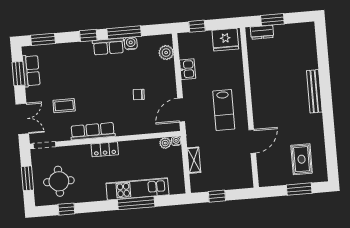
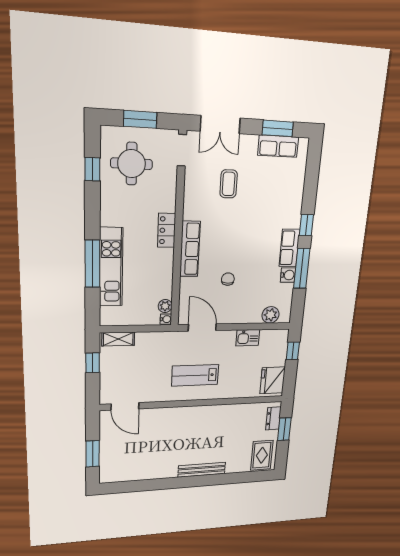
window: (43, 39) -> (313, 167), removed
row of seats: (93, 131) -> (190, 249), moved
door: (252, 141) -> (125, 406), moved
rug: (302, 159) -> (262, 455), moved, turned 90
shelving: (194, 160) -> (118, 339), moved

